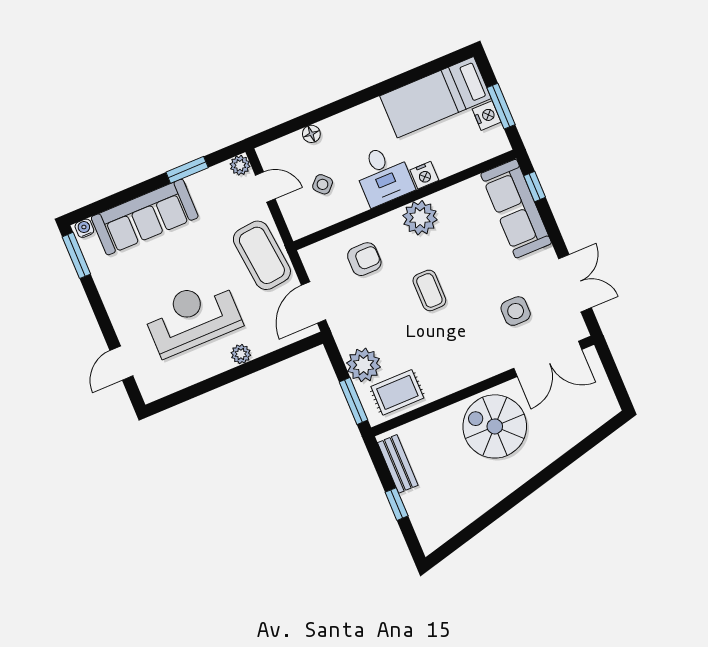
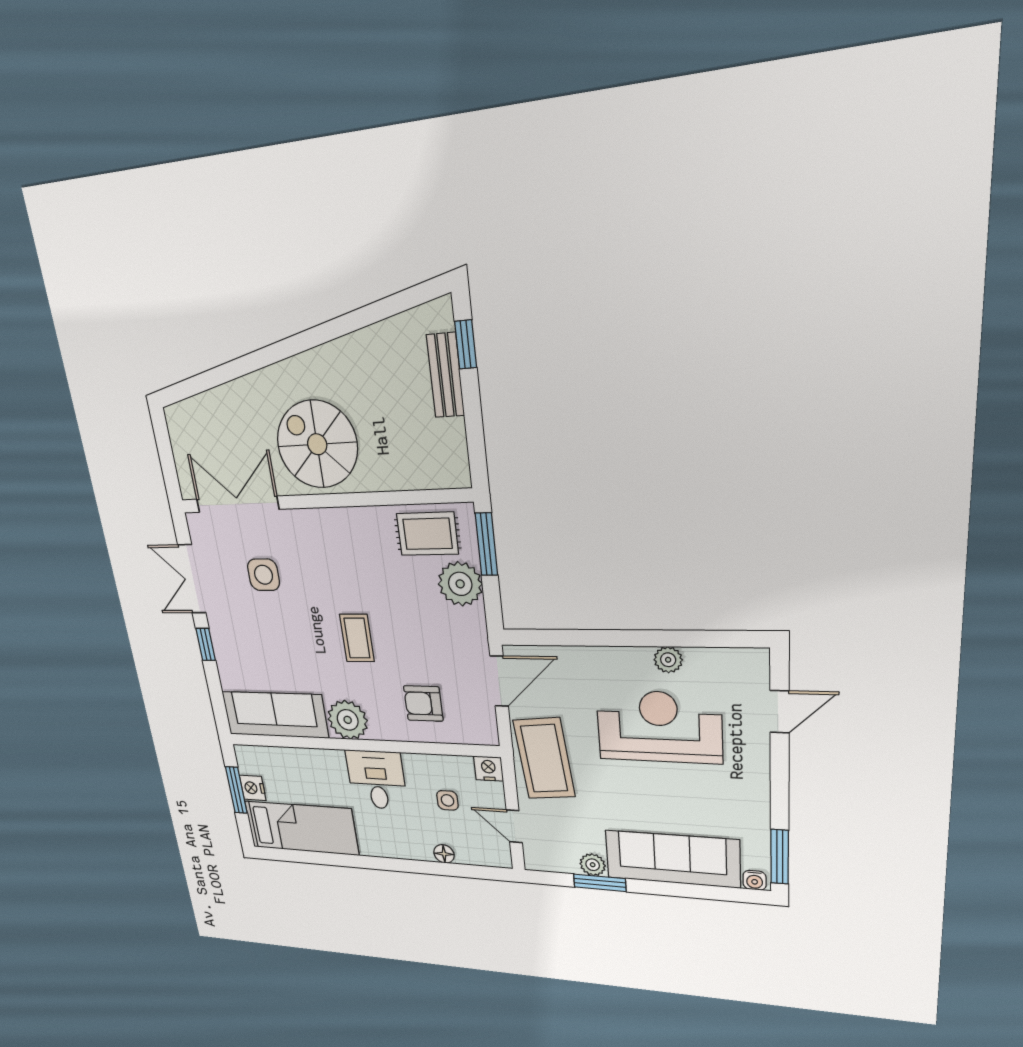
plant: (240, 165) -> (593, 865), moved
nightstand: (424, 175) -> (488, 769), moved
side table: (323, 184) -> (447, 800), turned 45
window: (535, 187) -> (206, 644), moved
sofa: (516, 209) -> (275, 715), moved, turned -90
reception desk: (192, 317) -> (659, 727), turned 180
plant: (241, 354) -> (668, 660), moved
spiral stairs: (495, 426) -> (317, 444), turned 180
bench: (398, 464) -> (446, 375), moved
window: (397, 504) -> (466, 344), moved

